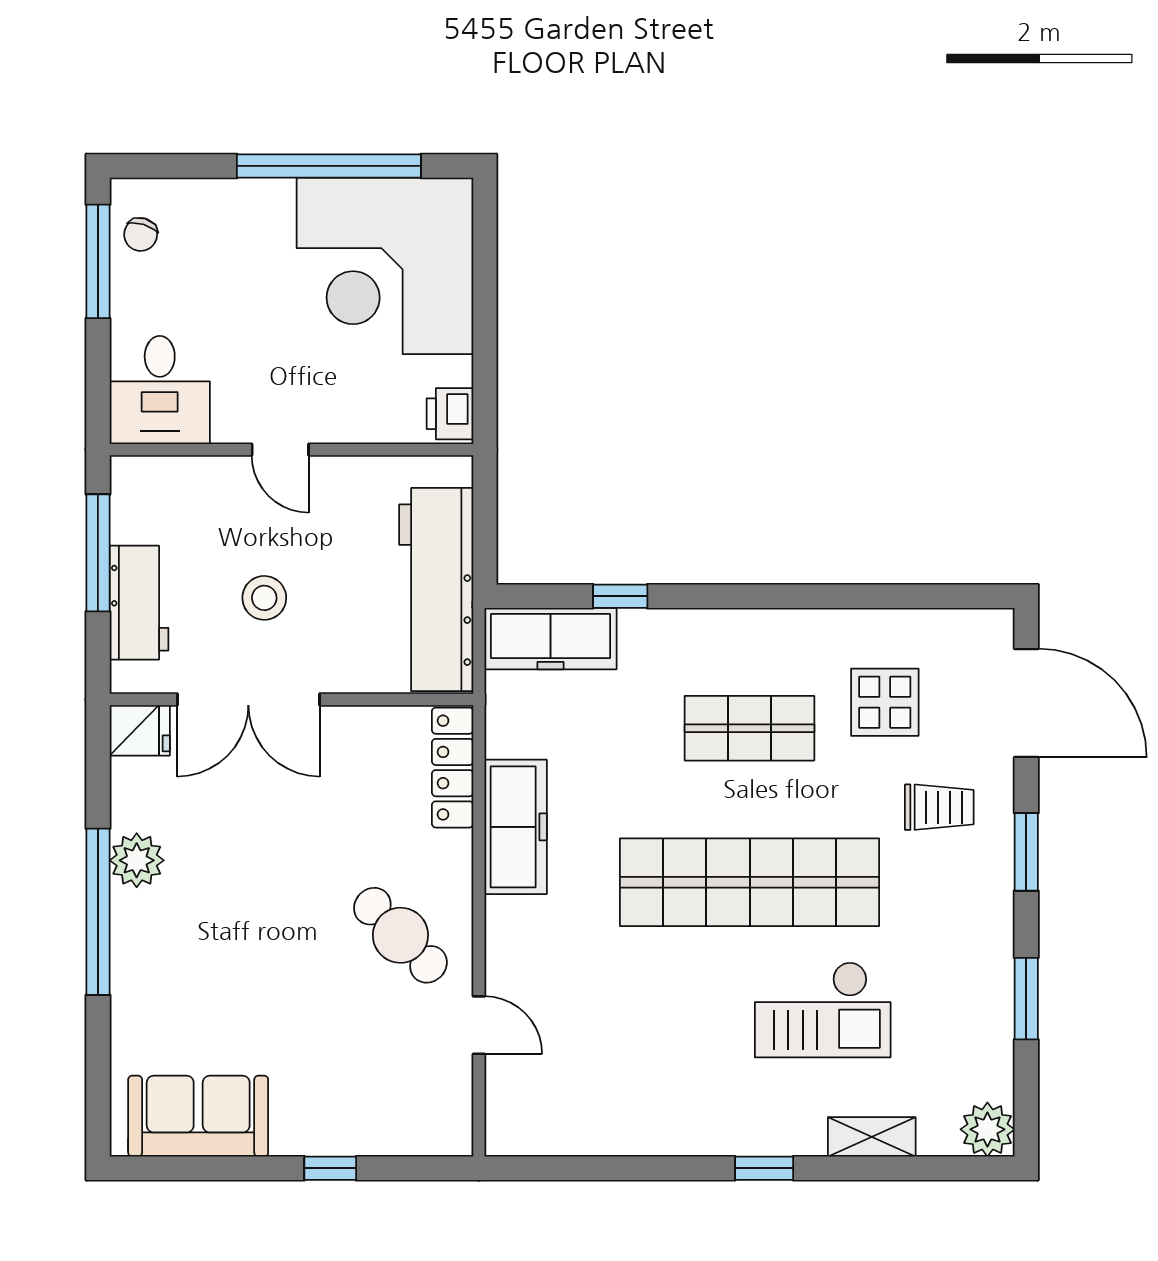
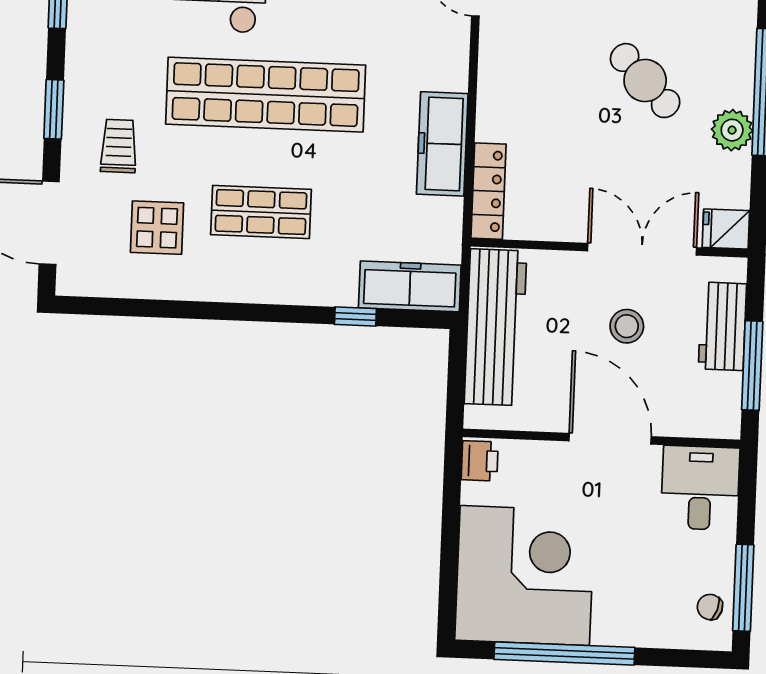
chair: (141, 234) -> (710, 607), turned -89
door: (280, 450) -> (610, 439), width x1.88
trolley: (939, 807) -> (119, 146), turned 90
cafe table: (400, 935) -> (645, 81), moved

